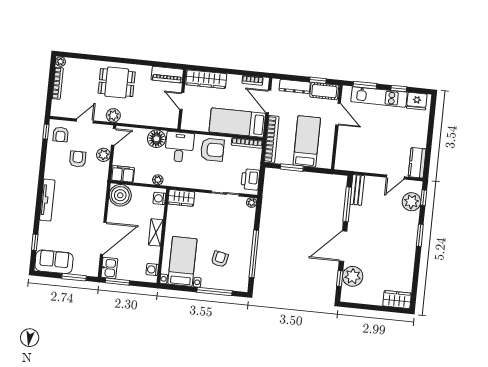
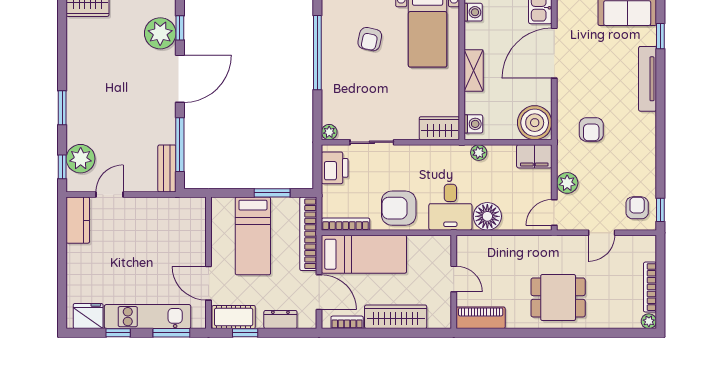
wardrobe: (206, 79) -> (396, 317), moved
dresser: (295, 86) -> (280, 320), width x0.70
plant: (113, 115) -> (558, 246), removed
armchair: (78, 159) -> (591, 130), moved
tv unit: (47, 200) -> (648, 79), moved

